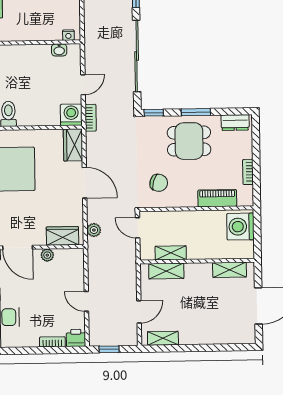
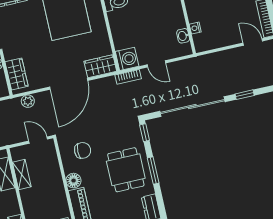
nightstand: (68, 35) -> (195, 28), moved
door: (85, 183) -> (69, 84), width x1.36
chair: (159, 183) -> (83, 150), turned -106
floor lamp: (189, 199) -> (74, 181), added
door: (138, 228) -> (38, 140), hinge flipped

